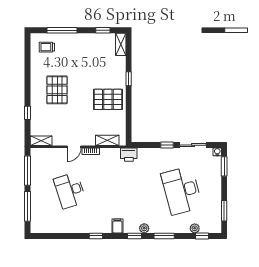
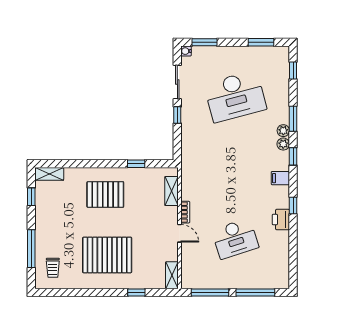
window: (129, 79) -> (136, 164), moved
pallet: (57, 90) -> (107, 255), width x1.37, depth x1.41
pallet: (108, 99) -> (105, 194), moved, turned 90
printer: (129, 155) -> (281, 220), moved, turned 180
plant: (195, 228) -> (283, 131), moved

